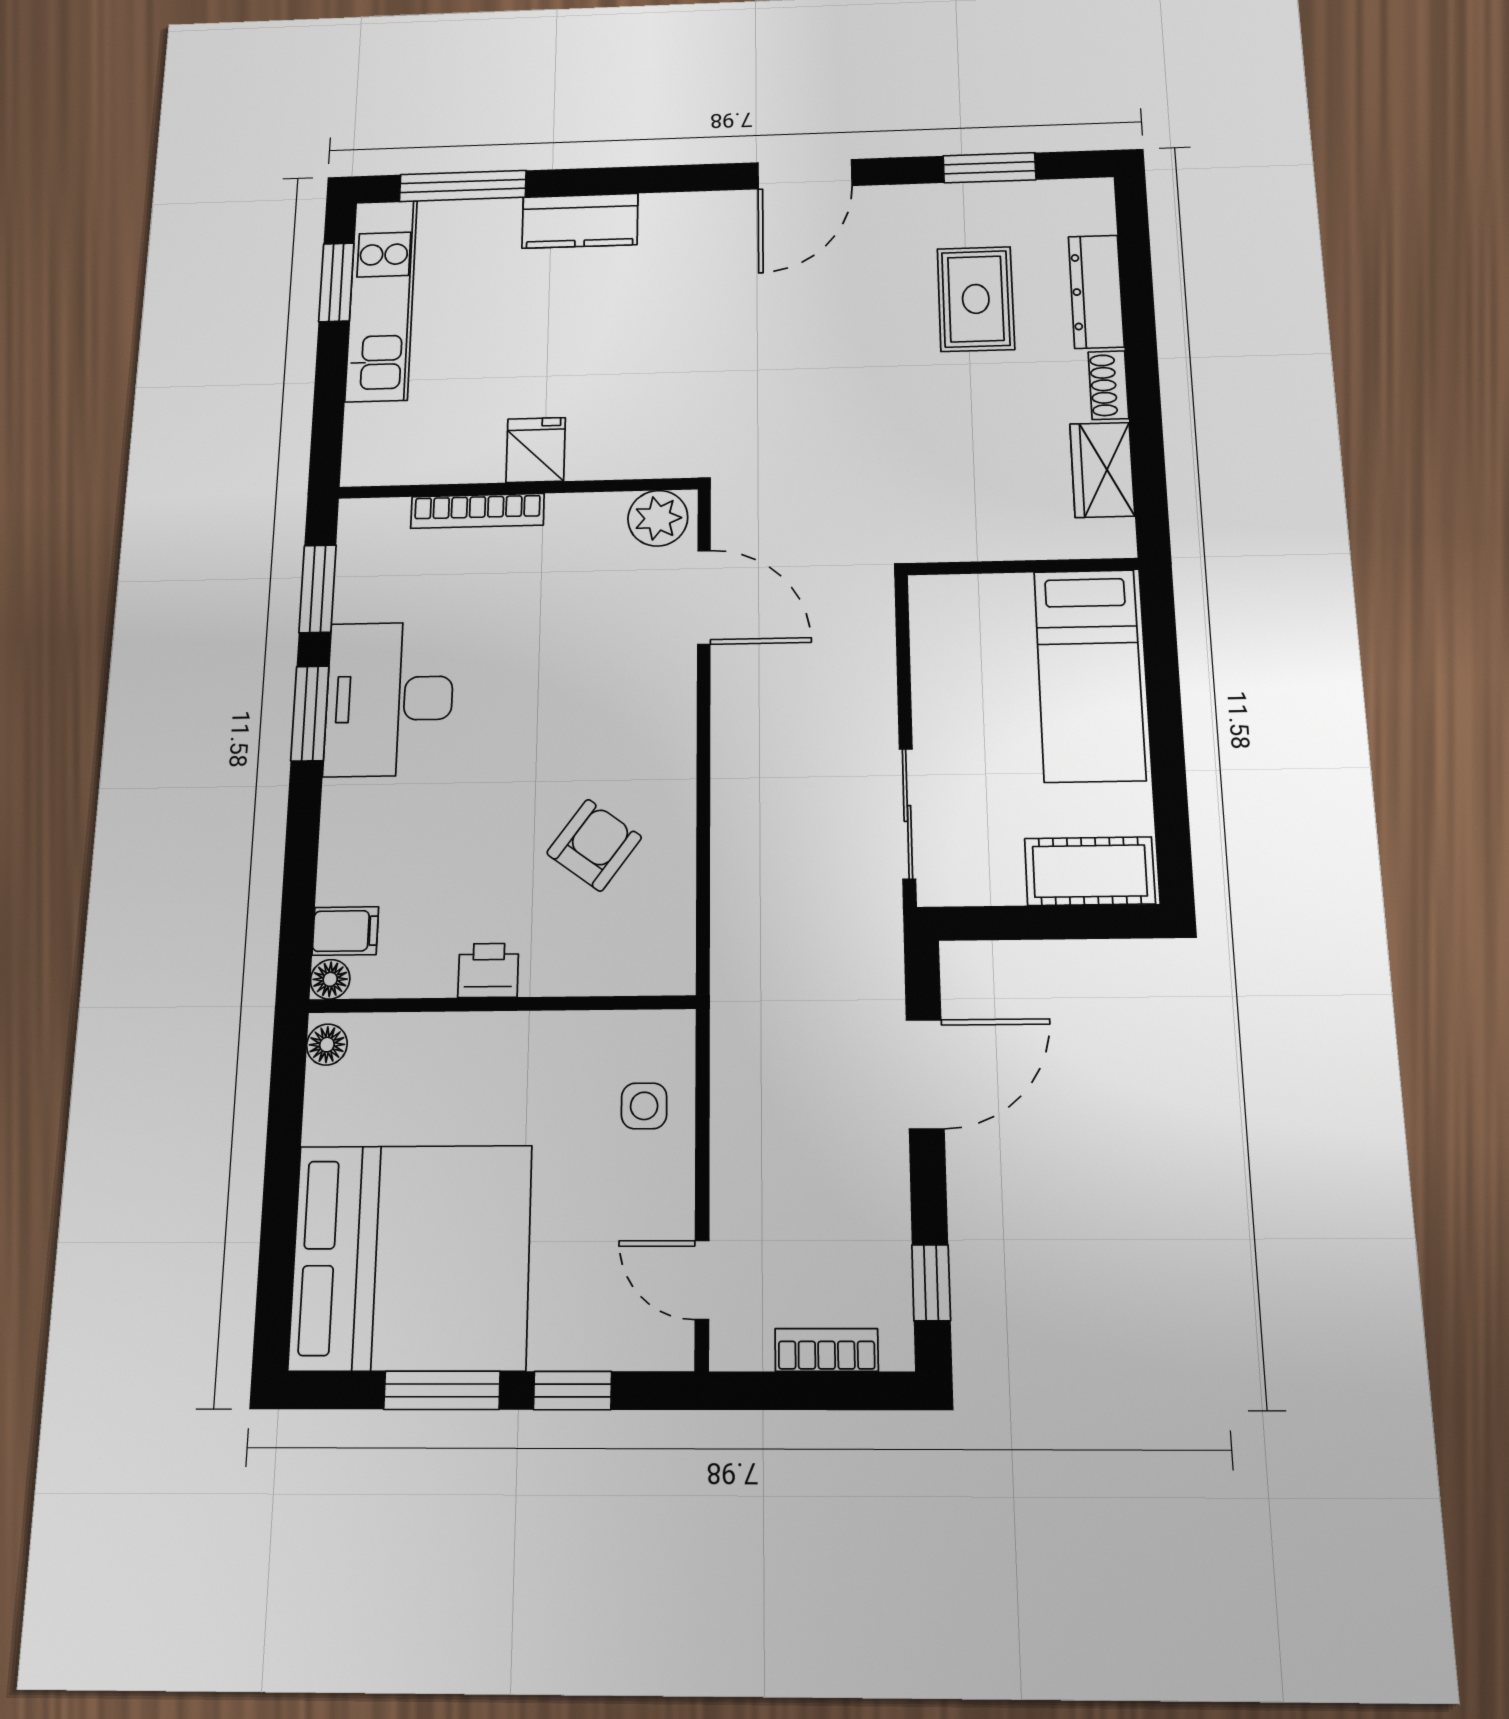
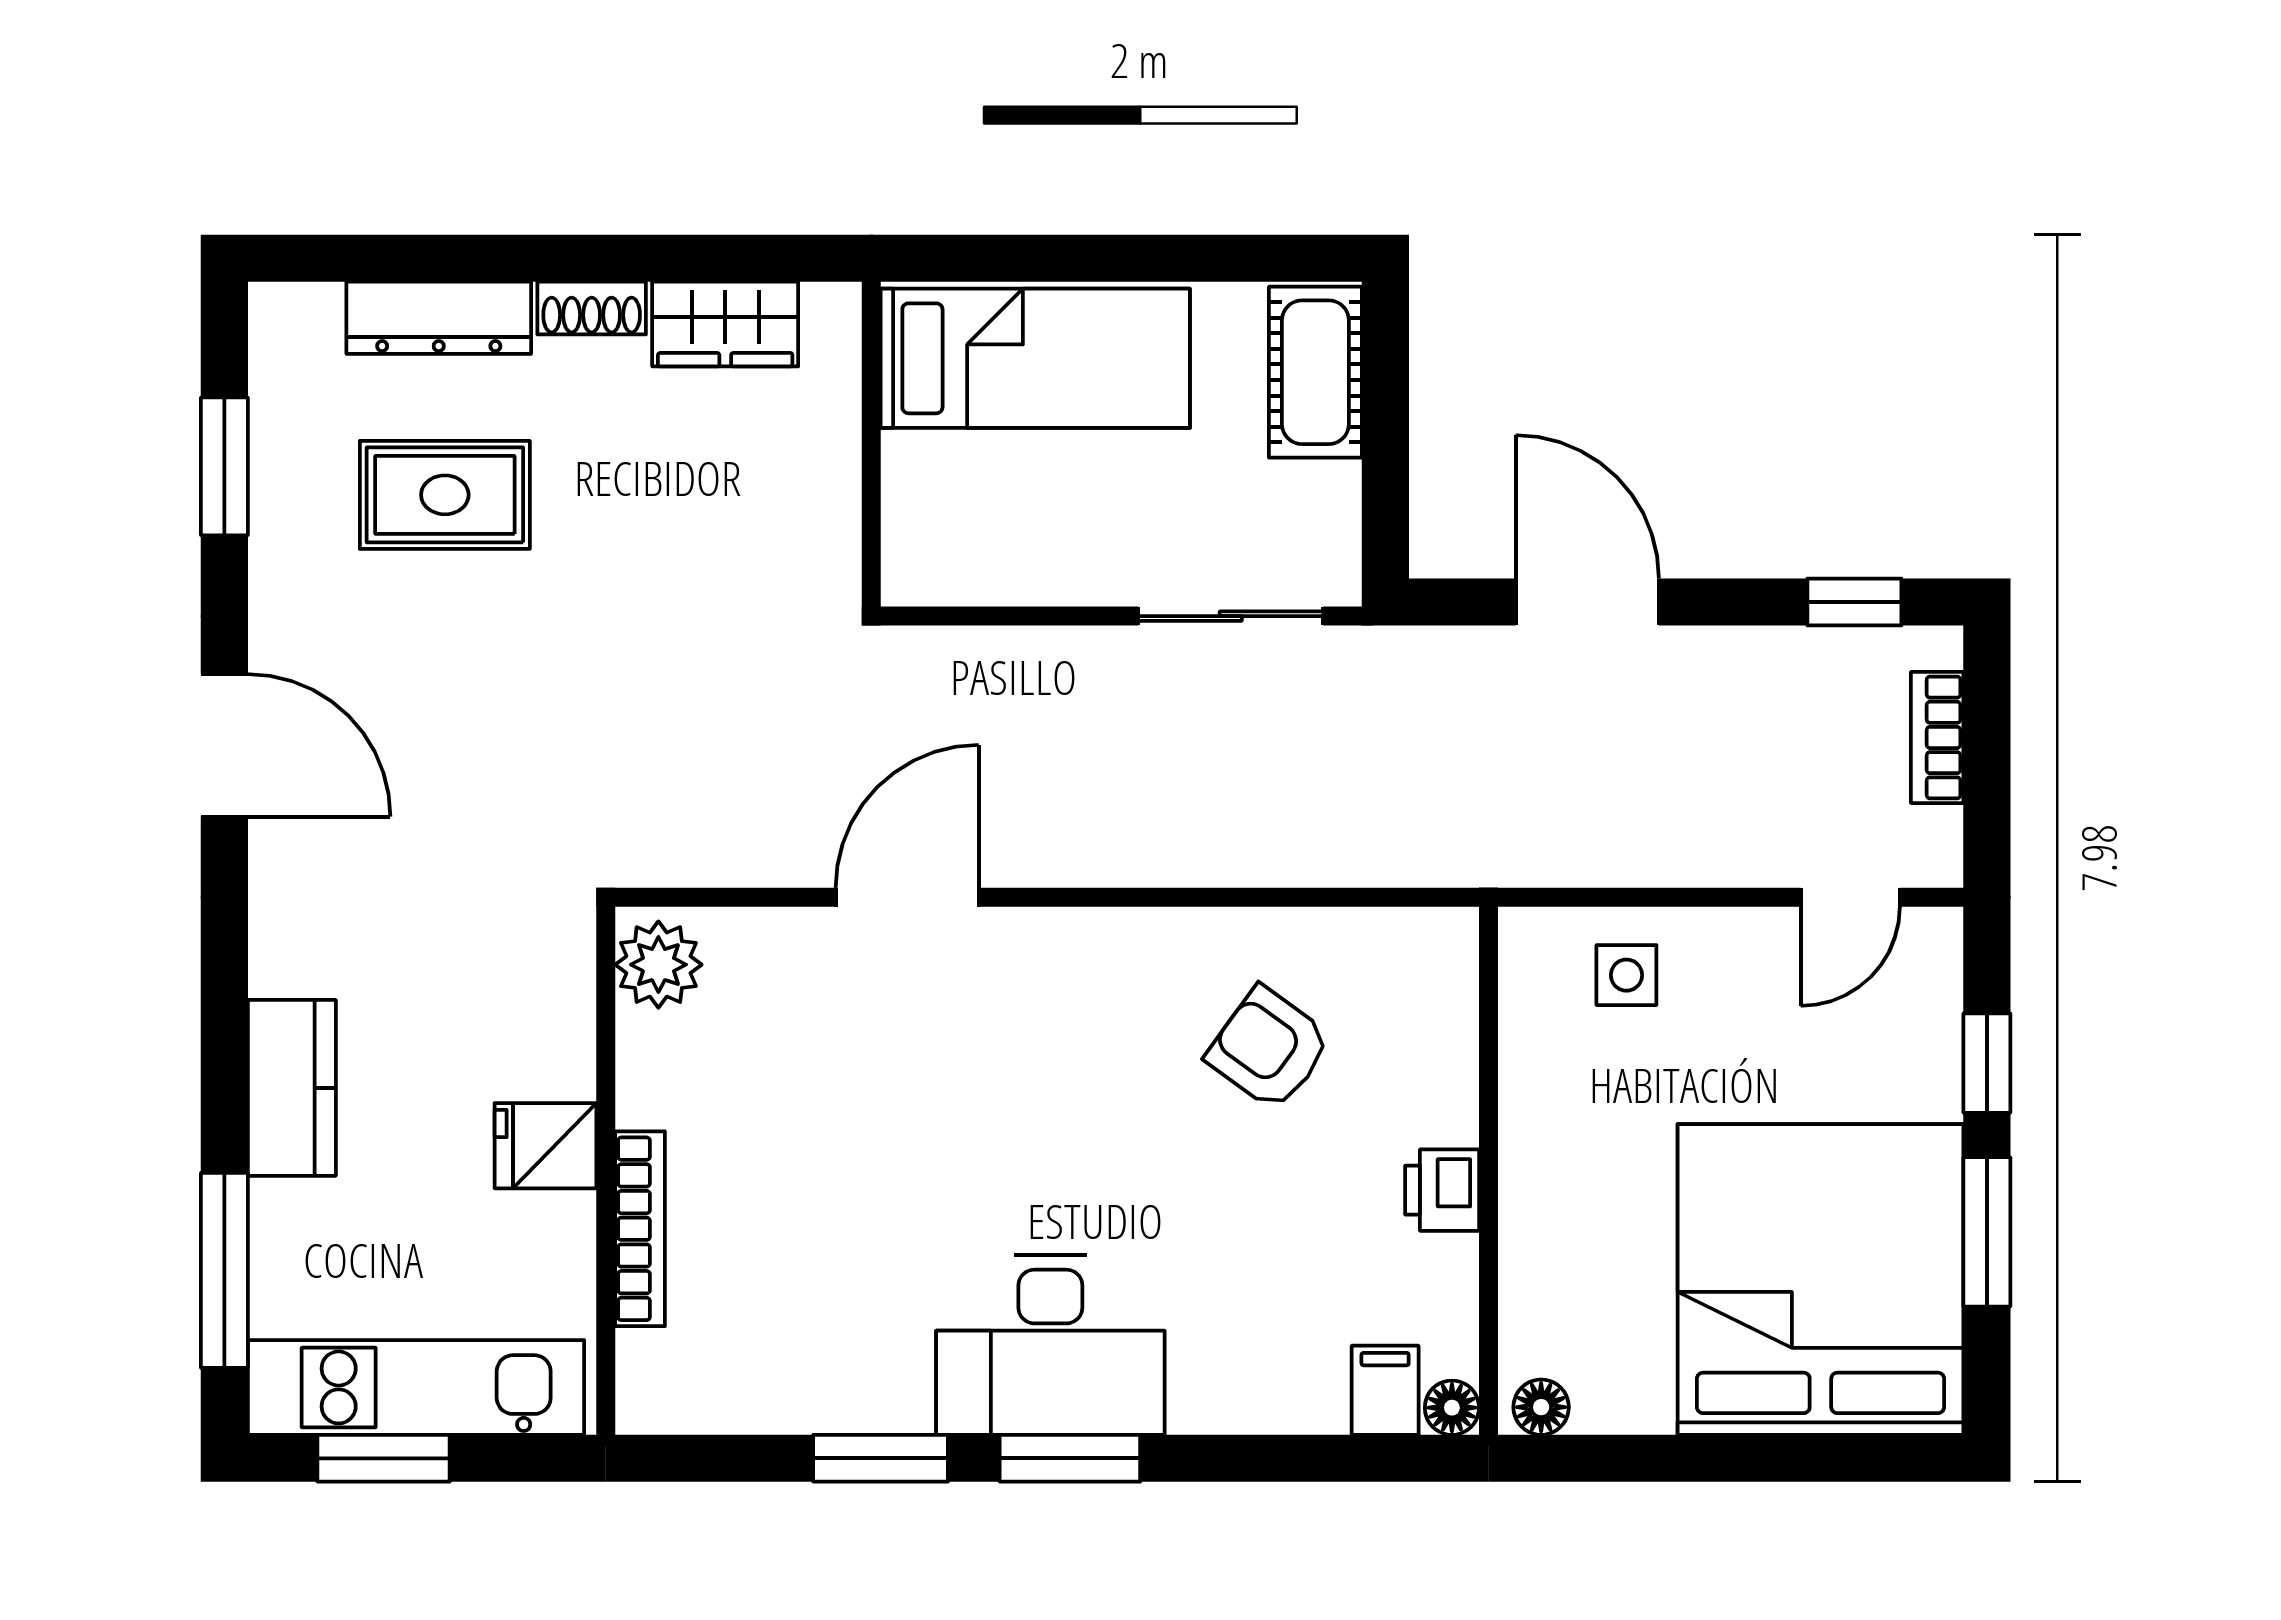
fridge: (536, 450) -> (545, 1146), moved
wall: (518, 488) -> (606, 1171), moved
bookcase: (477, 511) -> (640, 1229), moved
plant: (658, 518) -> (658, 965), moved

